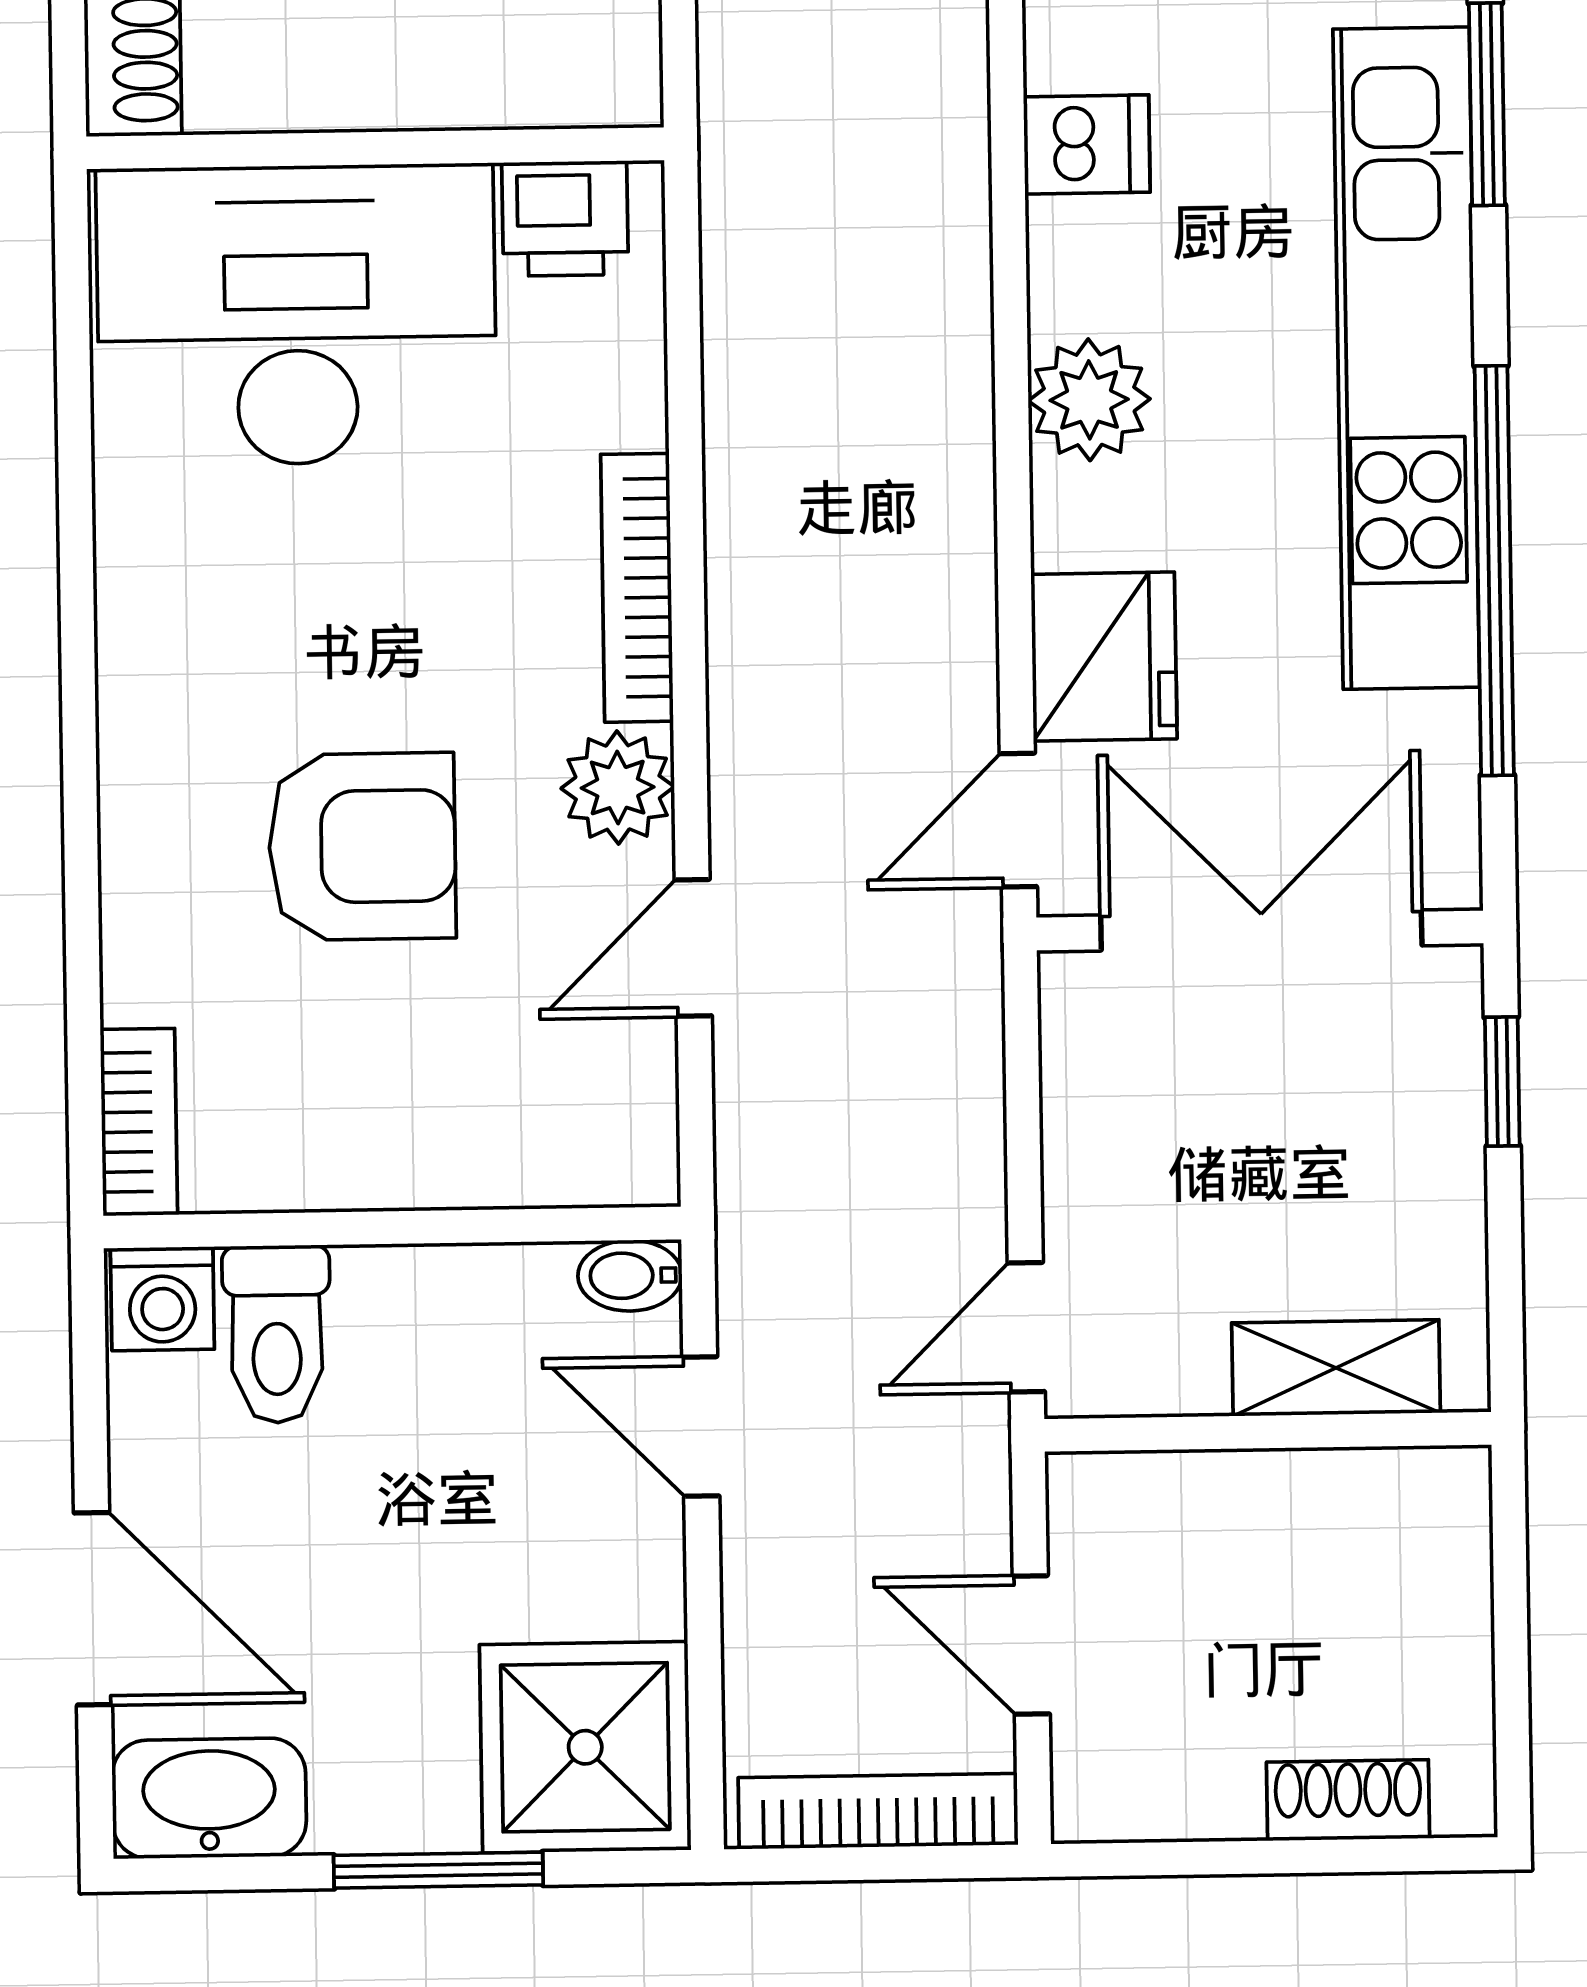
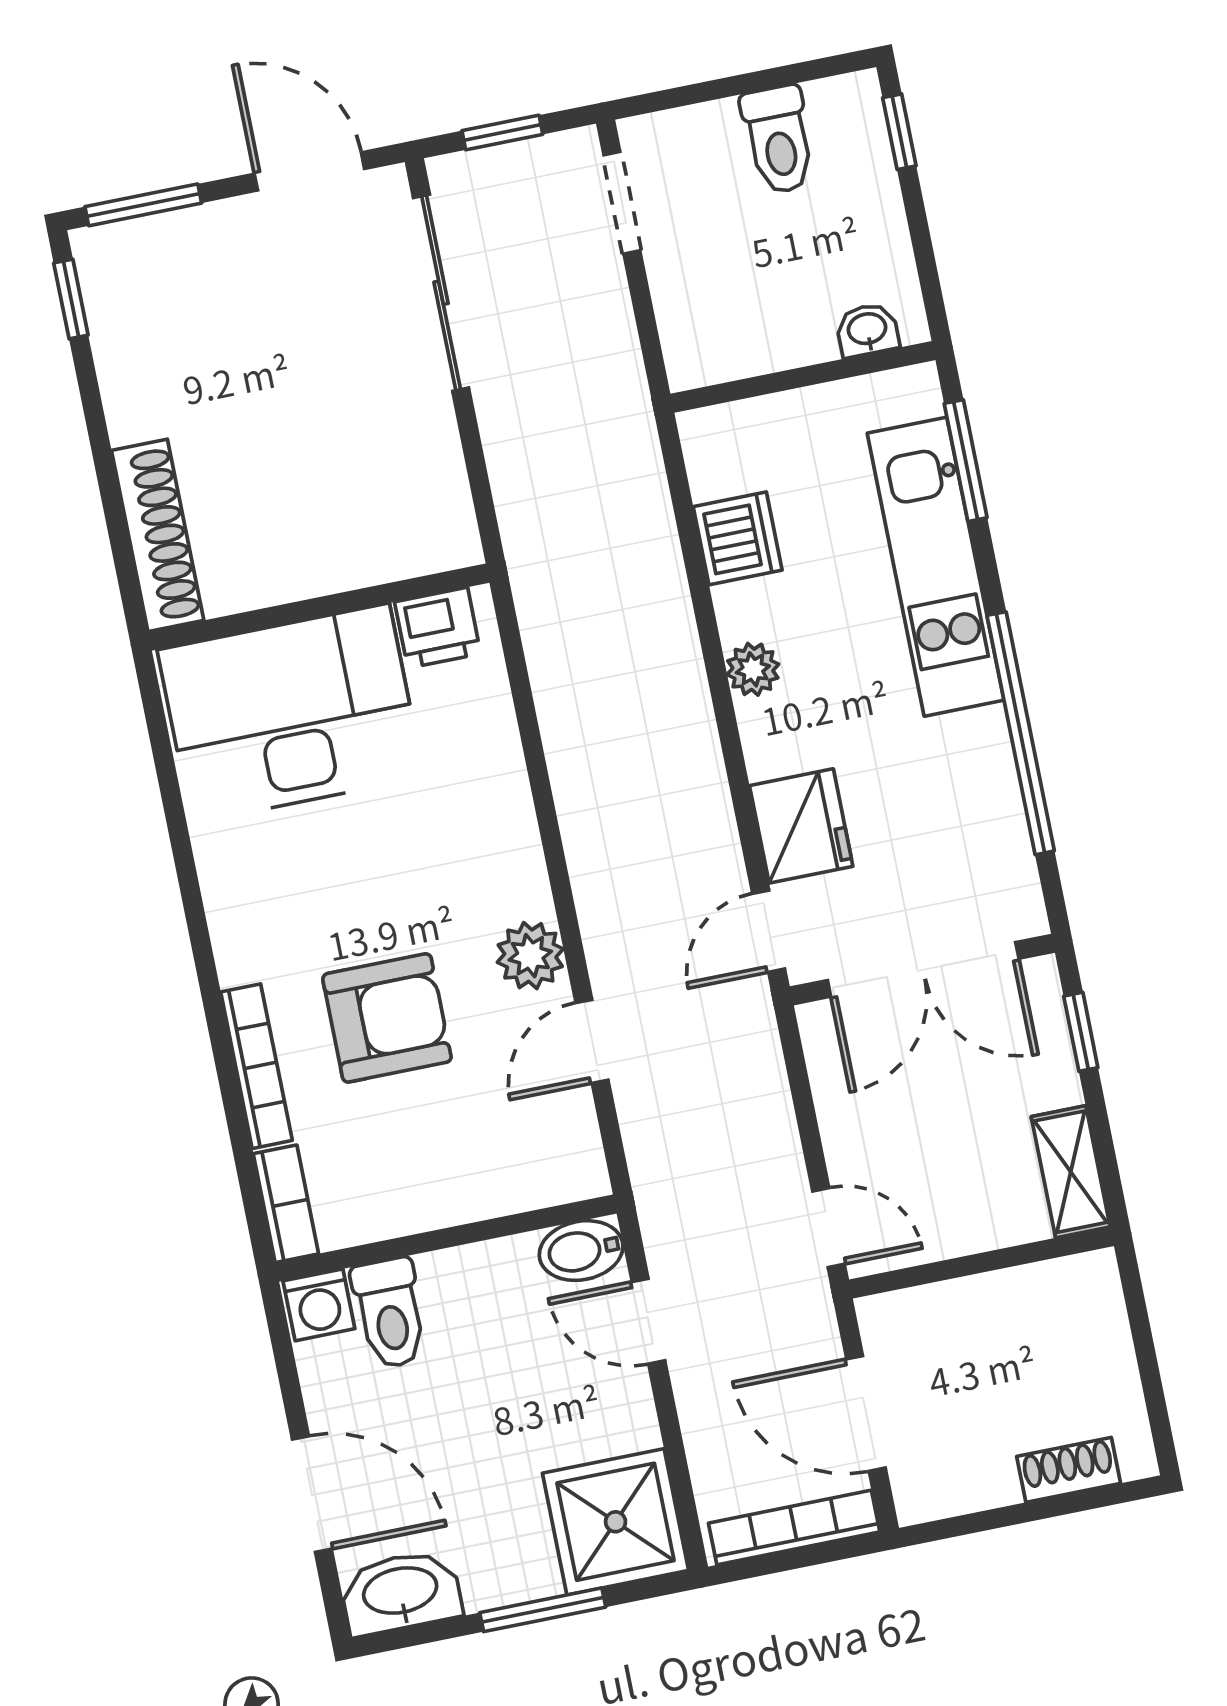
dishwasher: (1087, 144) -> (738, 538), width x1.38
kitchen unit: (1406, 358) -> (936, 567), width x0.73
plant: (1089, 400) -> (753, 669), width x0.73, depth x0.73
bookcase: (637, 588) -> (256, 1066), moved, turned 180
double door: (1261, 930) -> (923, 969), swing flipped
bidet: (630, 1276) -> (581, 1251), width x1.38, depth x1.36
door: (1026, 1327) -> (829, 1228), swing flipped
shelving: (1336, 1368) -> (1071, 1172), moved, turned 90
door: (1031, 1645) -> (866, 1413), width x1.38

